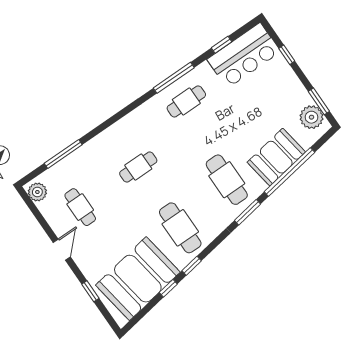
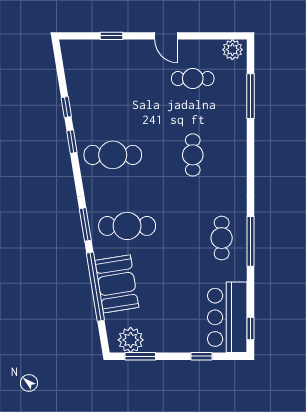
window: (222, 45) -> (250, 329), moved
booth: (138, 279) -> (94, 86), removed

